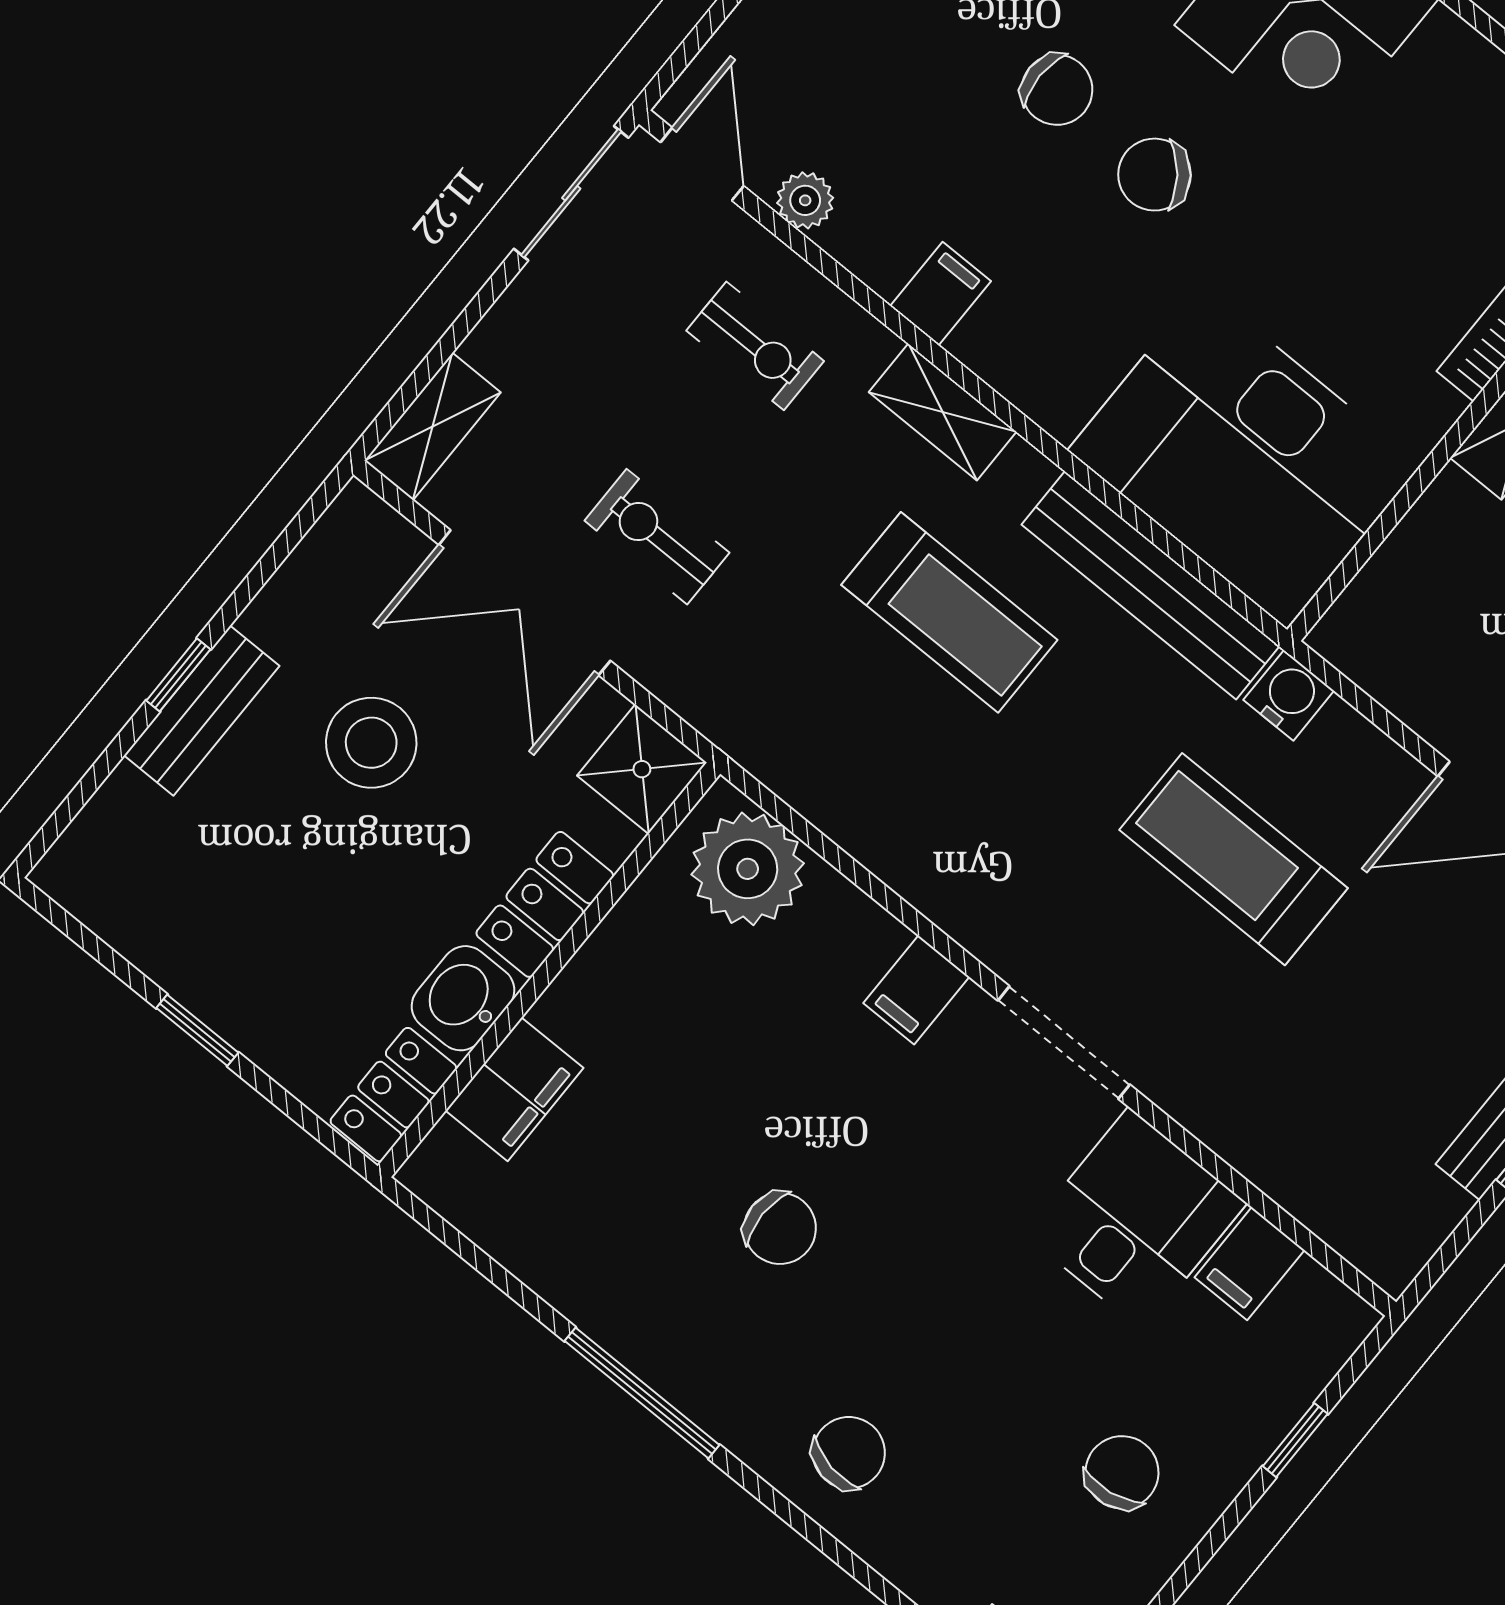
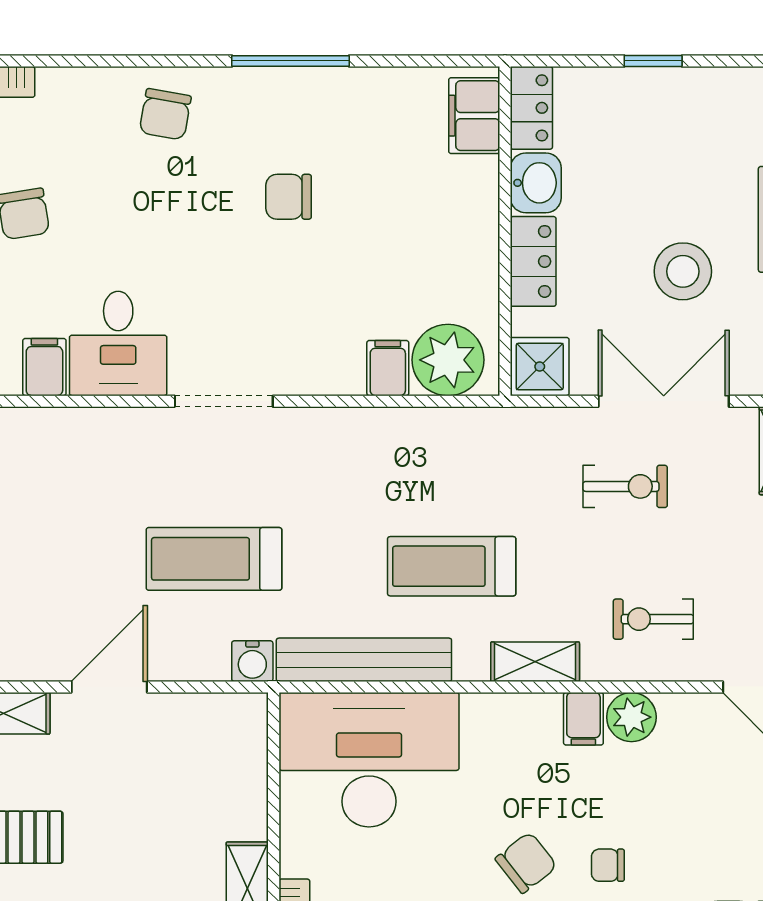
chair: (1057, 90) -> (608, 865), width x0.73, depth x0.73
plant: (805, 200) -> (631, 717), moved, width x1.38, depth x1.38
treadmill: (1233, 859) -> (214, 559), turned 180
filing cabinet: (916, 990) -> (388, 368), moved
filing cabinet: (514, 1089) -> (474, 116), moved

